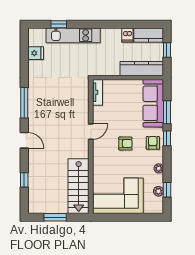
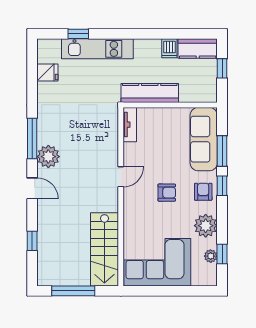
kitchen counter: (142, 69) -> (150, 93), moved
plant: (36, 116) -> (48, 157), added
plant: (159, 168) -> (206, 226), width x1.88, depth x1.88
window: (55, 217) -> (73, 291), width x1.44

